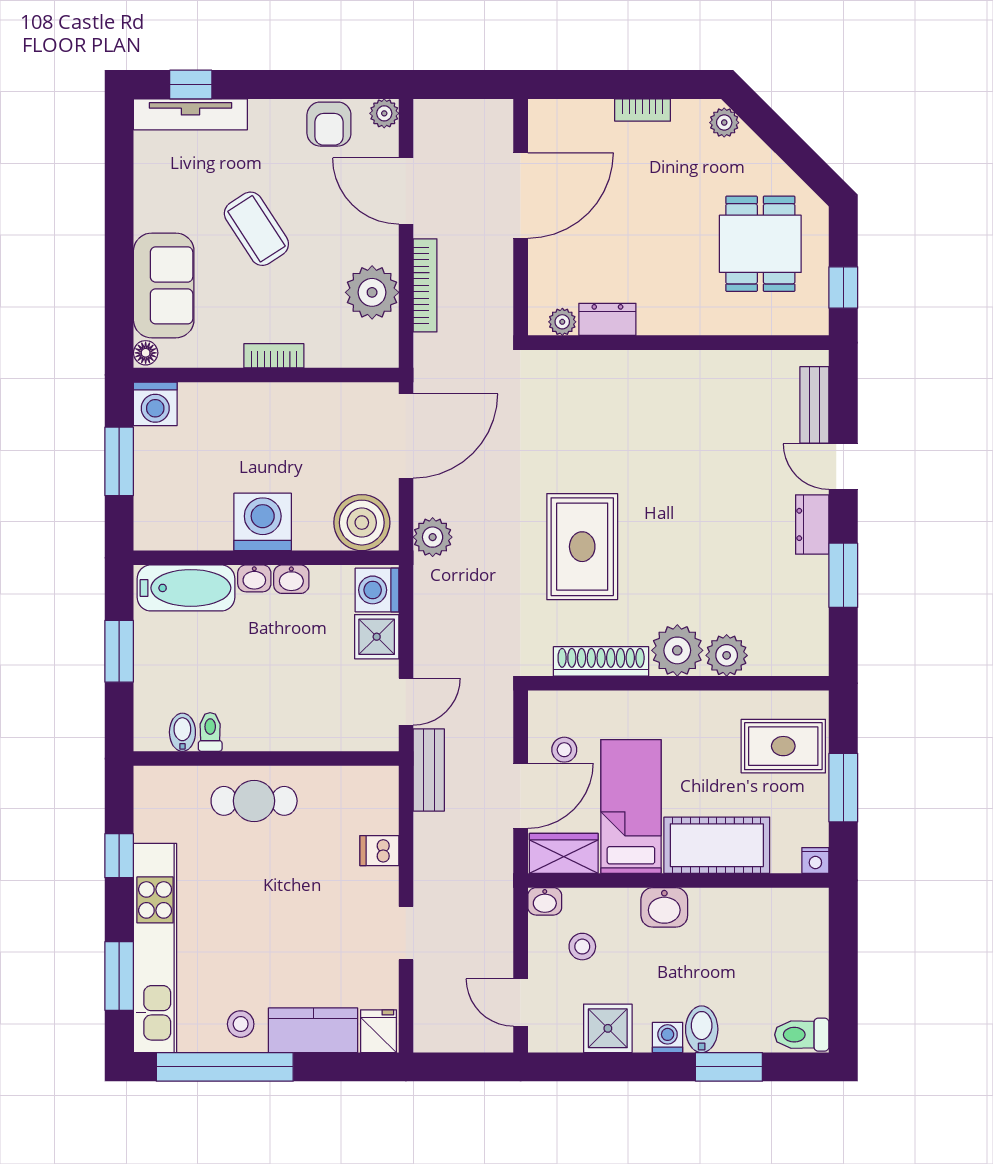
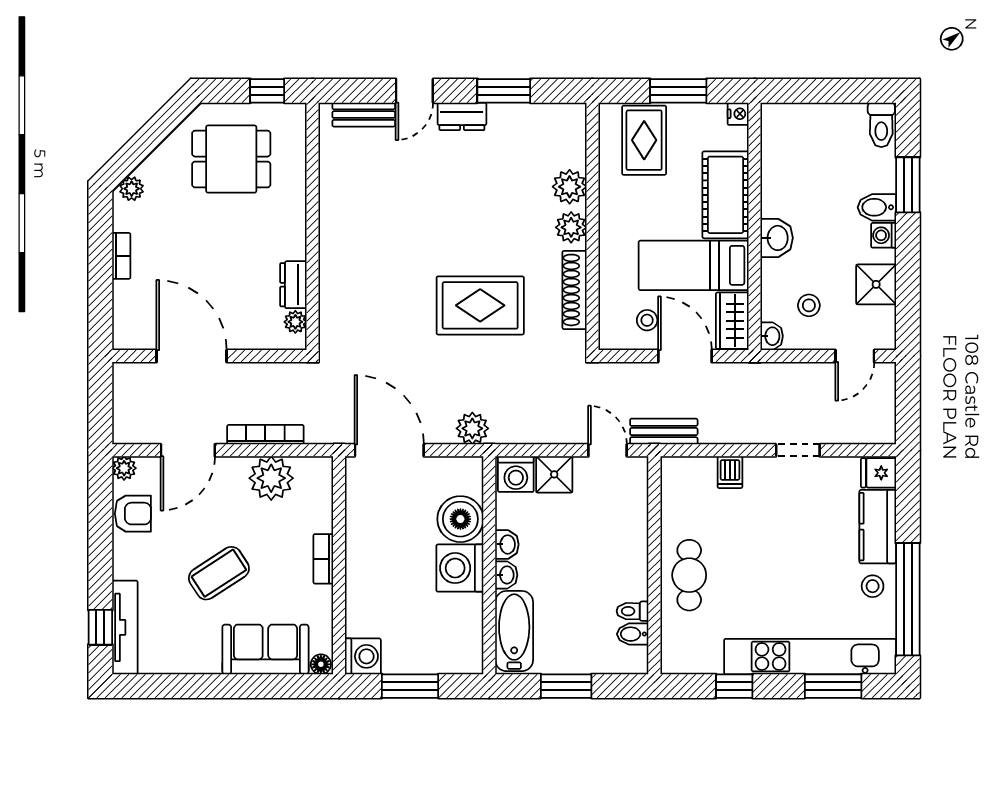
boiler: (362, 523) -> (460, 519), moved
plant: (677, 650) -> (571, 227), width x0.73, depth x0.73

